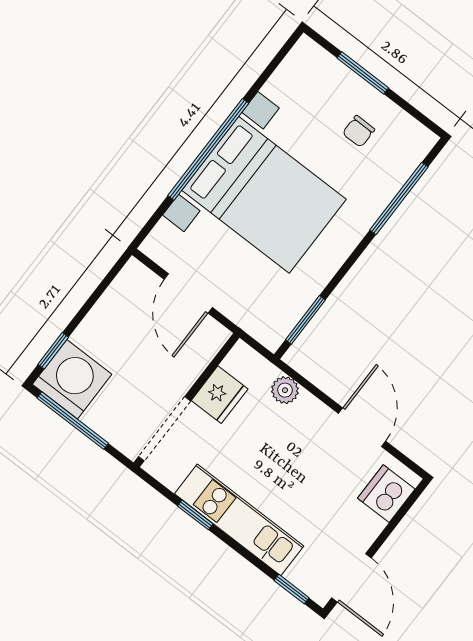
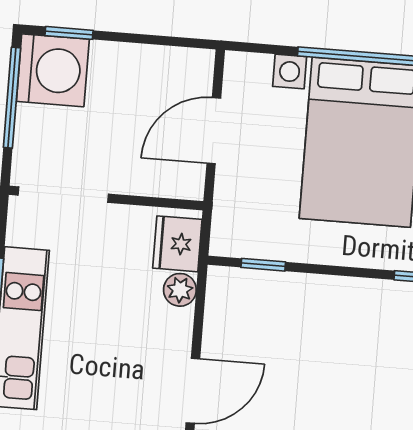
window: (305, 320) -> (263, 265), width x0.67
fridge: (220, 395) -> (177, 244), moved, turned 90

